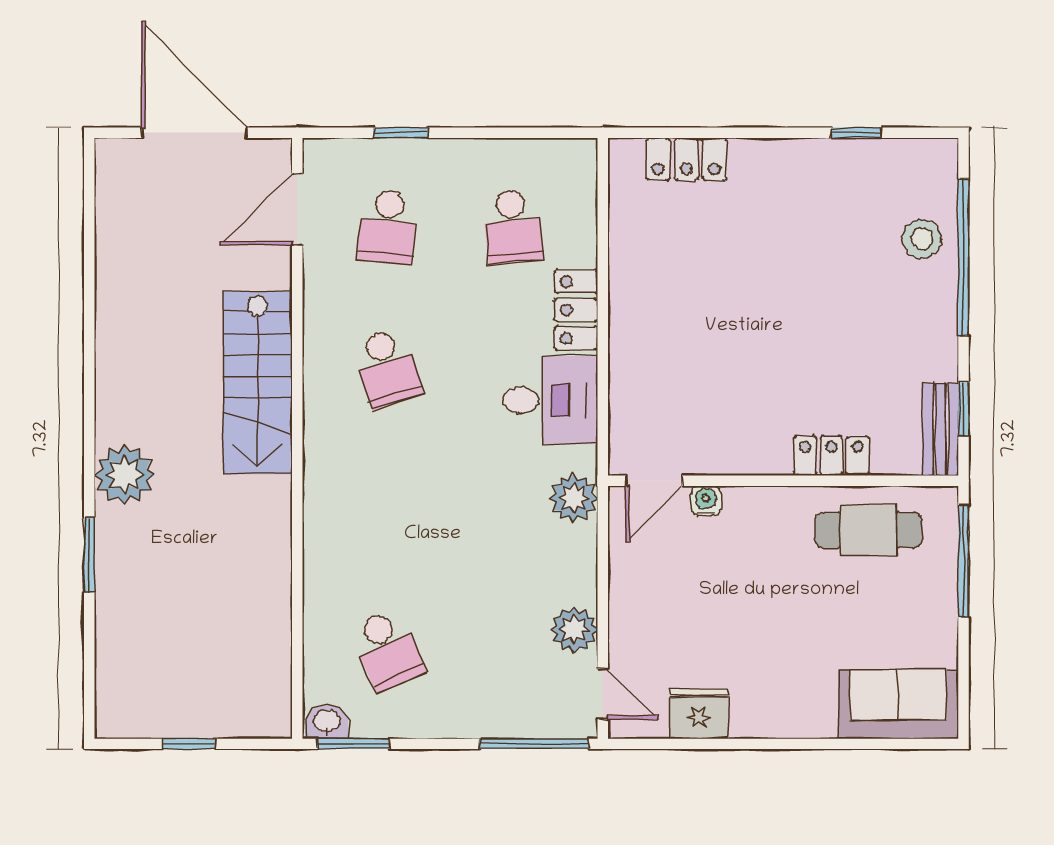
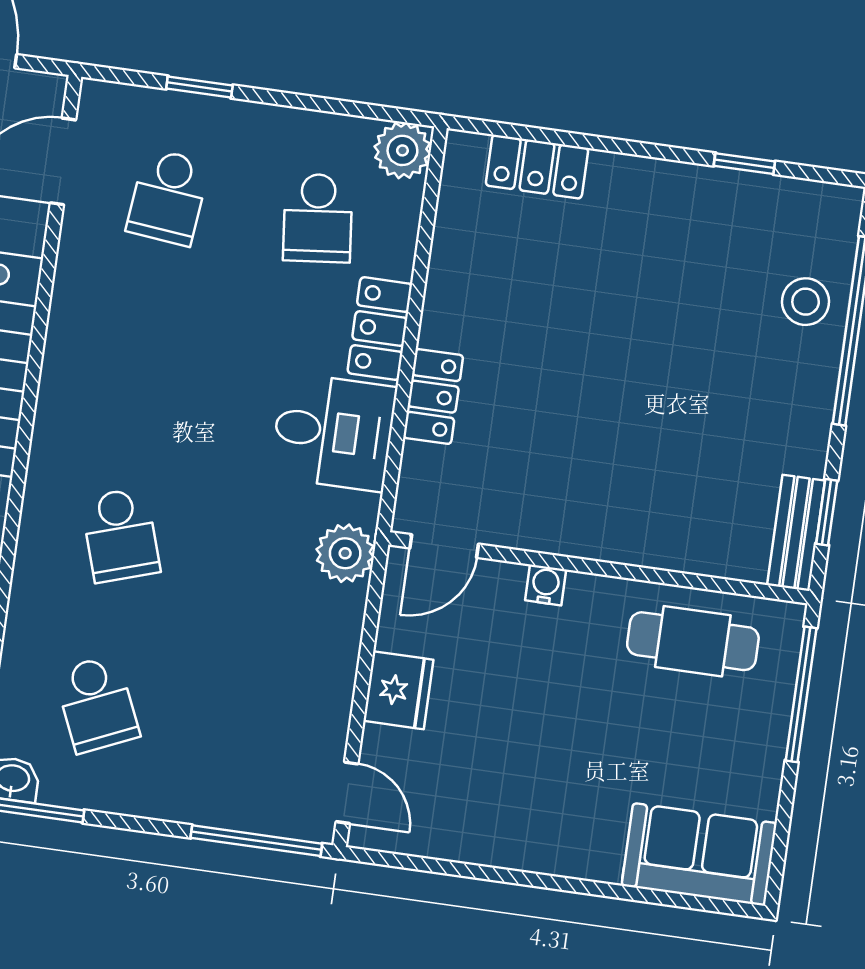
school desk: (387, 368) -> (121, 535), moved
locker: (831, 456) -> (433, 397), moved, turned 90
water cooler: (706, 501) -> (546, 585), moved
plant: (574, 630) -> (402, 150), moved
fridge: (699, 714) -> (398, 690), moved, turned 90

